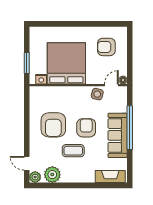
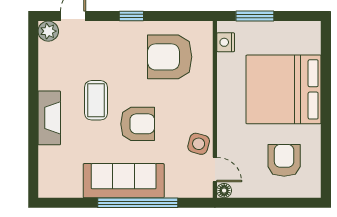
bed: (66, 63) -> (284, 89), moved, turned 180
armchair: (53, 125) -> (170, 57), moved
window: (27, 131) -> (131, 16), added
plant: (52, 175) -> (53, 62), removed
fireplace: (110, 176) -> (49, 118), moved

